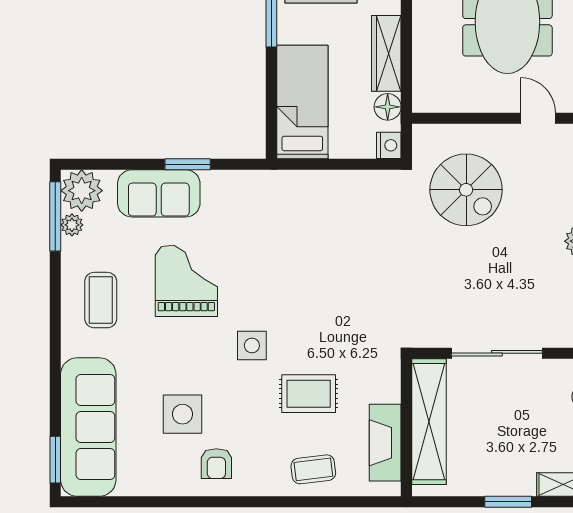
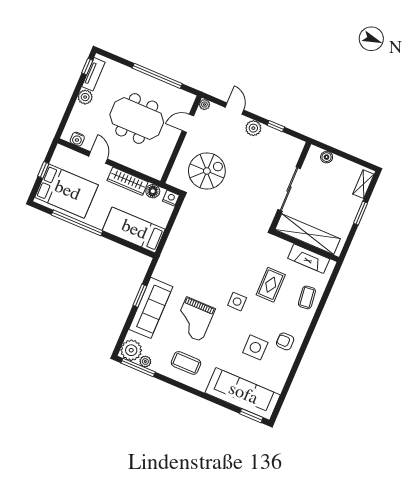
sofa: (159, 193) -> (151, 308), width x1.36
grand piano: (186, 281) -> (194, 319), turned -90
armchair: (216, 464) -> (285, 341), turned 180

